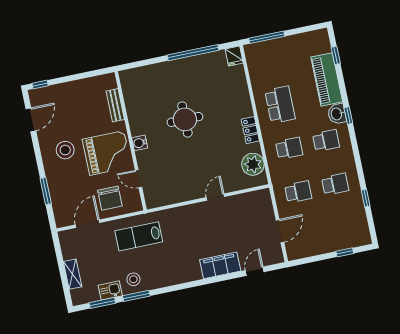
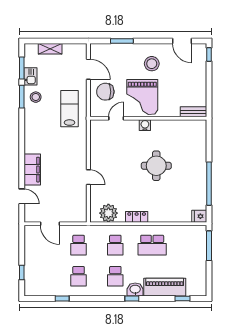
bench: (115, 105) -> (193, 112), moved

